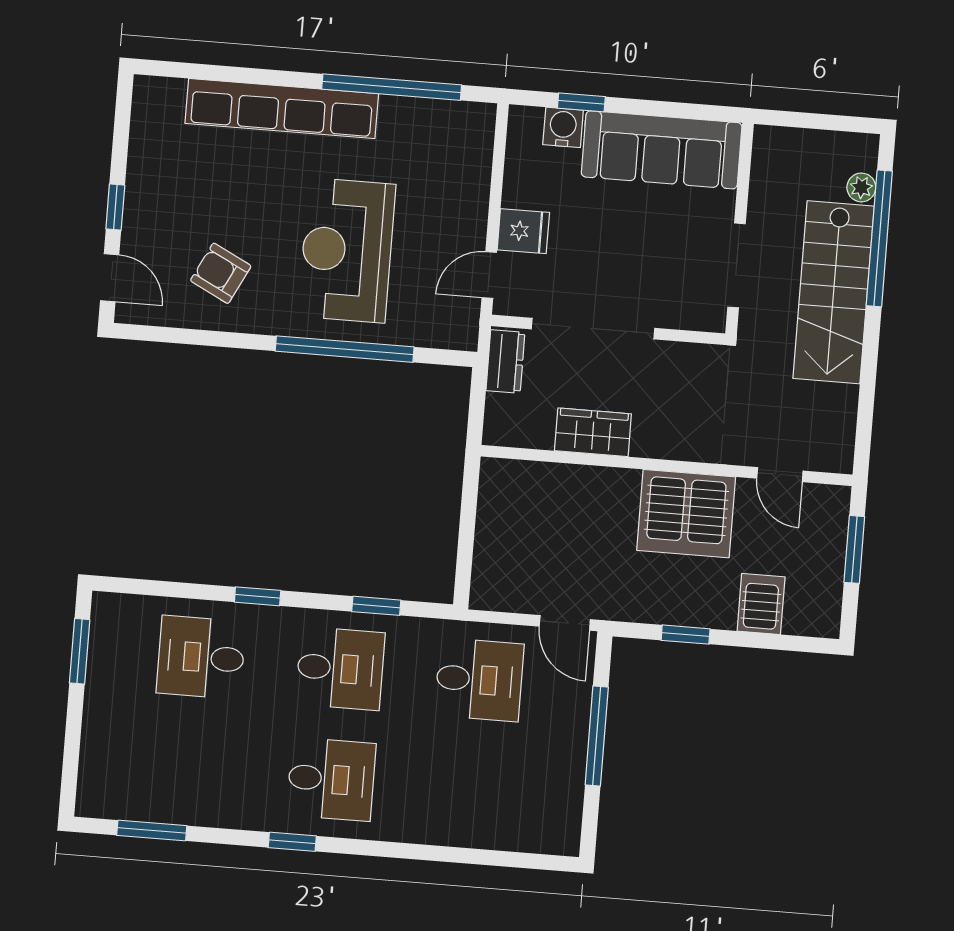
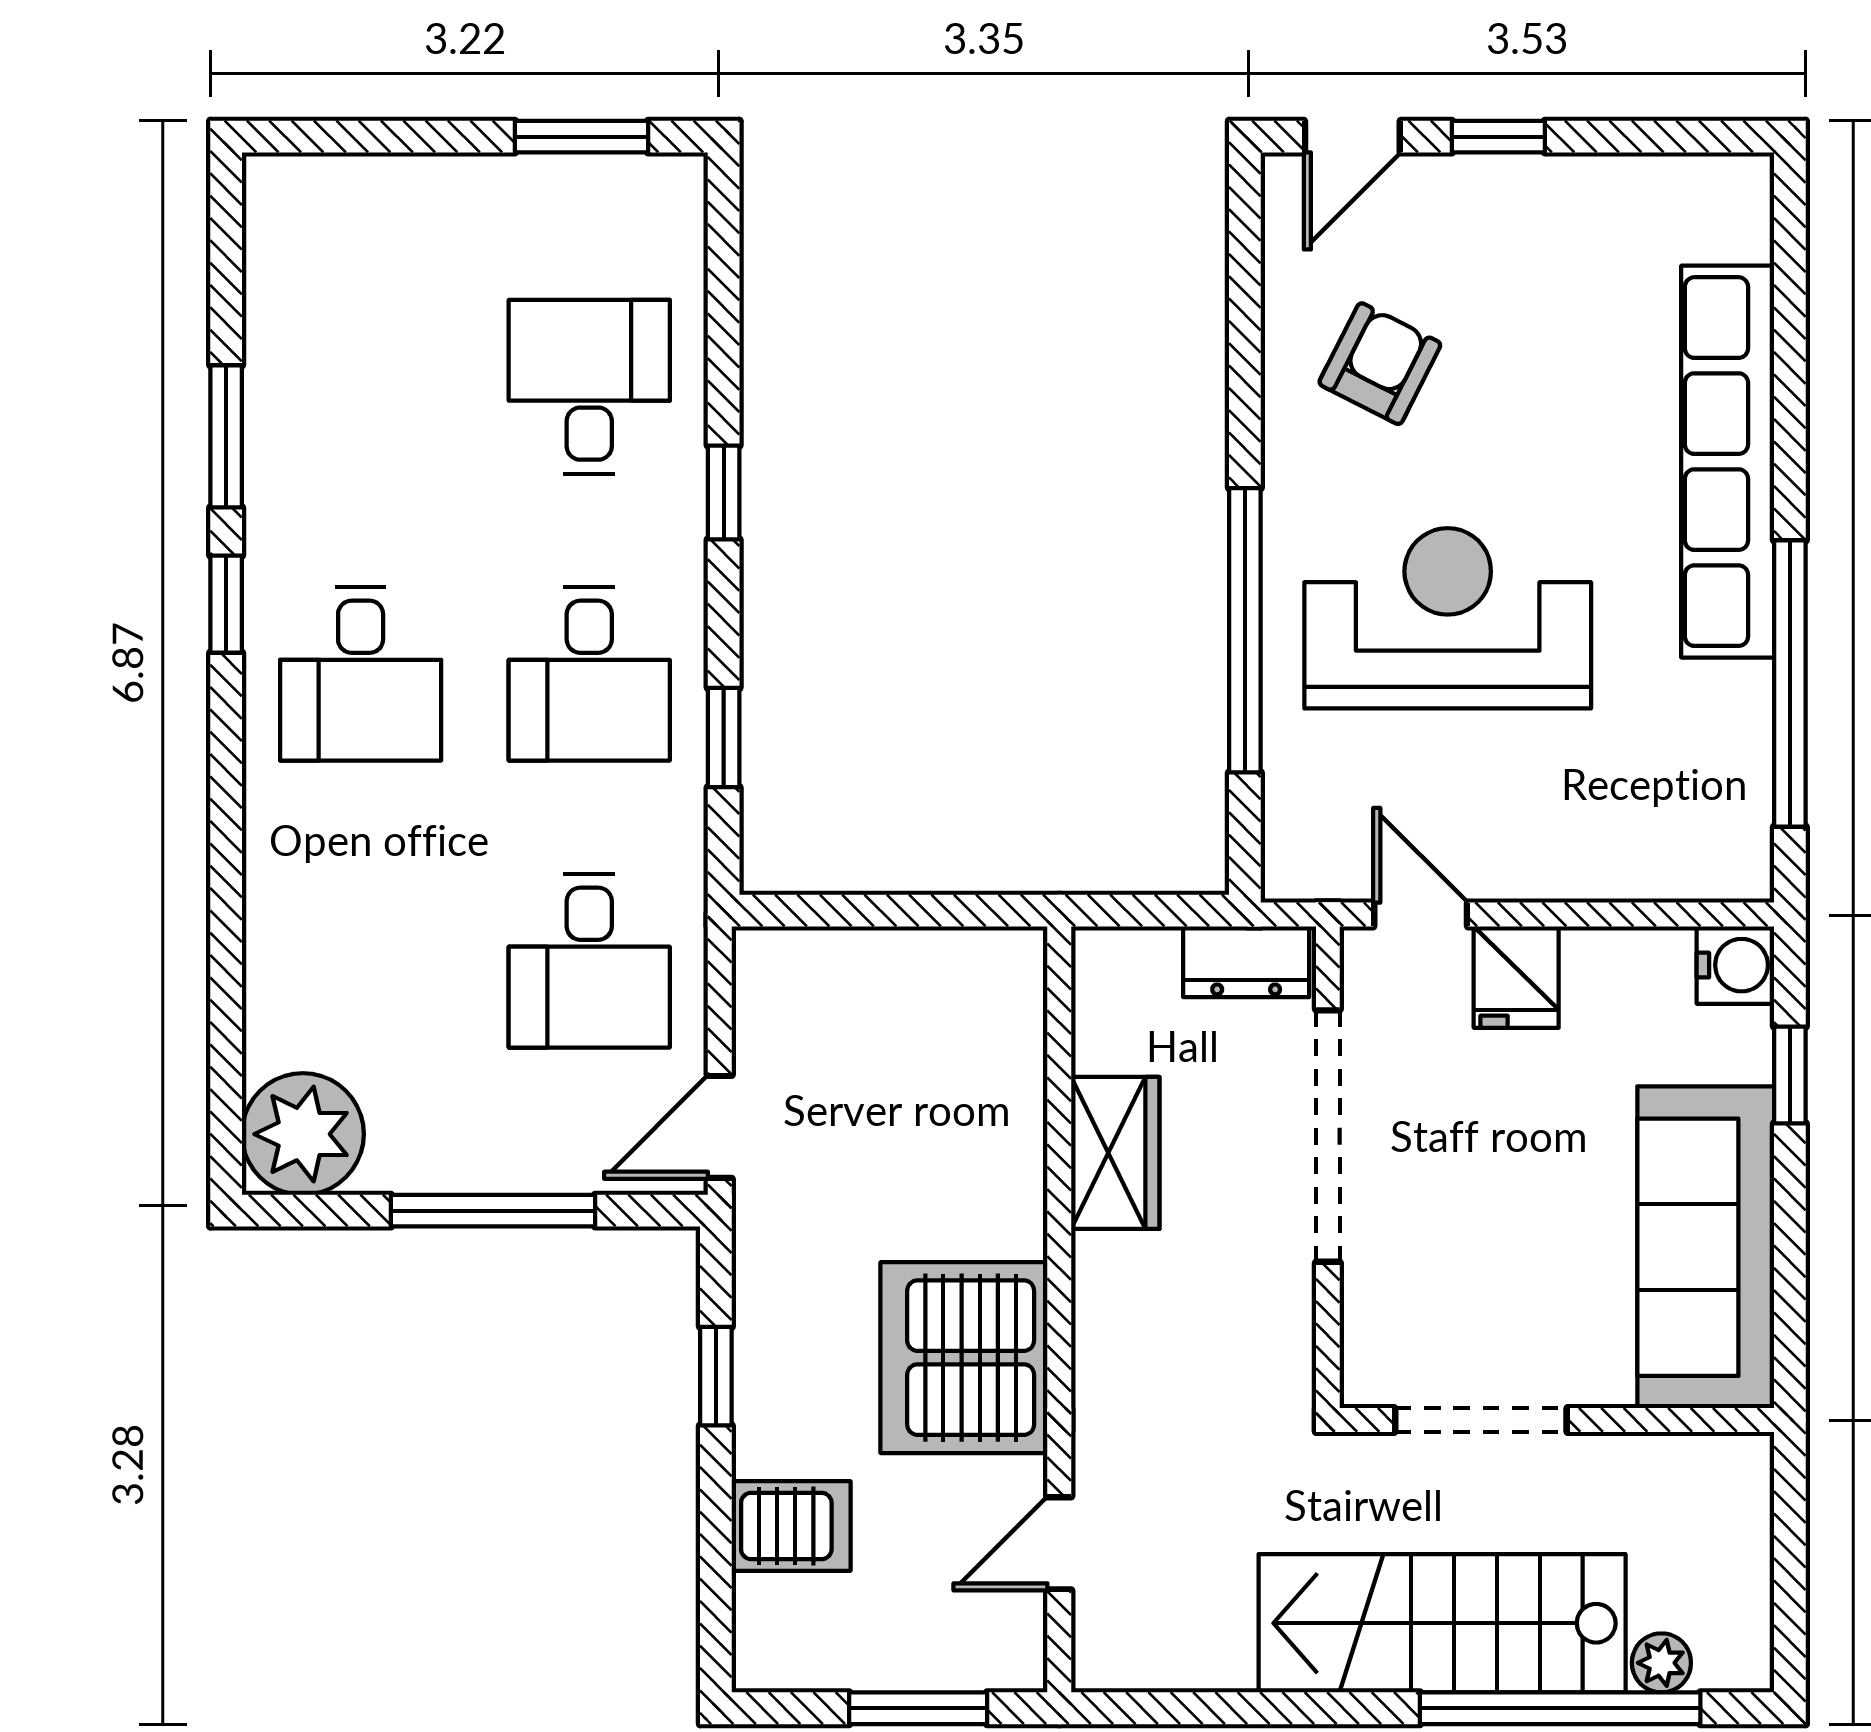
water cooler: (563, 127) -> (1735, 965), moved
plant: (552, 825) -> (303, 1134), added
window: (152, 830) -> (226, 436), moved

